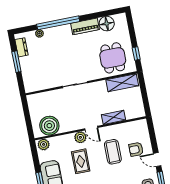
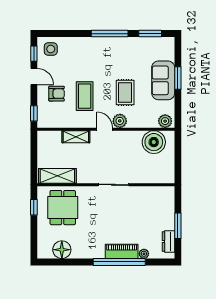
piano: (85, 26) -> (122, 251), moved
window: (151, 130) -> (34, 113), added

